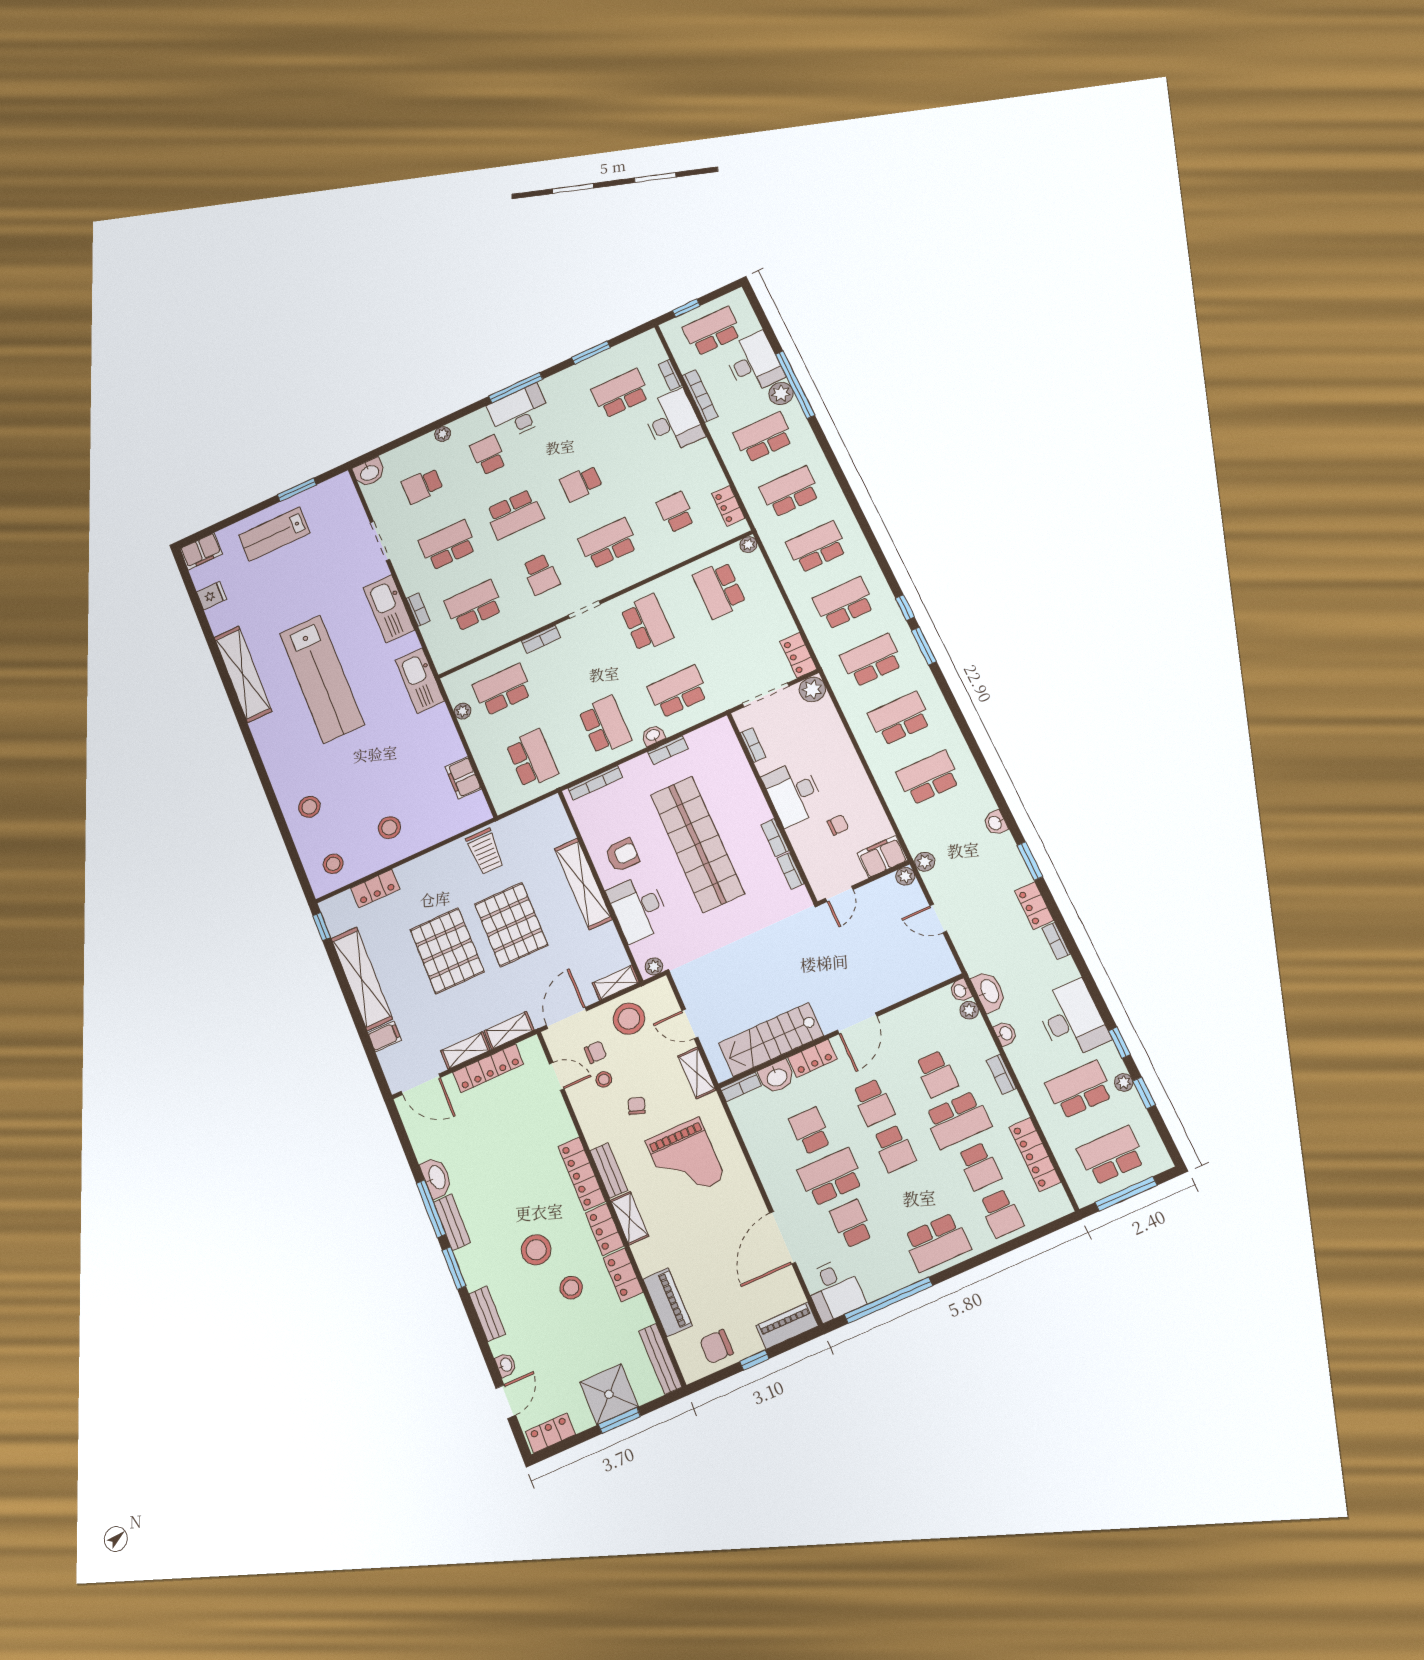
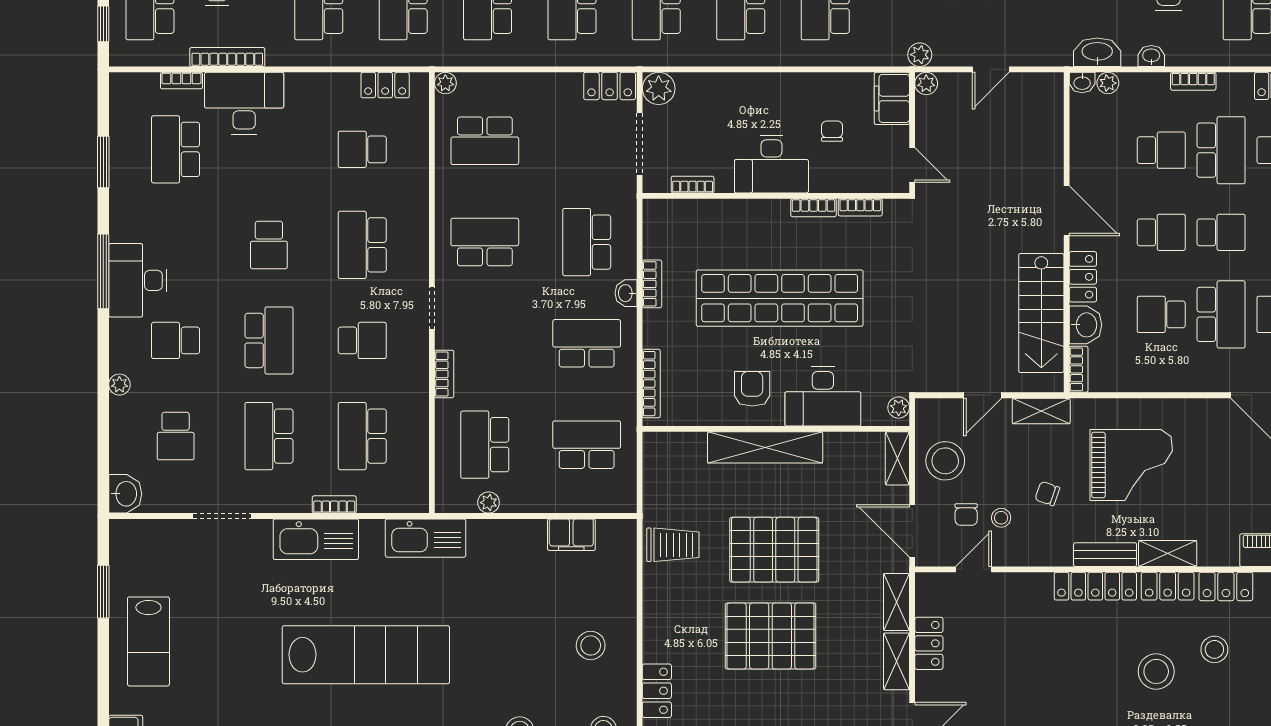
chair: (595, 1052) -> (966, 514), turned 180
locker: (488, 1068) -> (929, 643), width x0.66
school desk: (831, 1177) -> (1221, 314), turned 180

